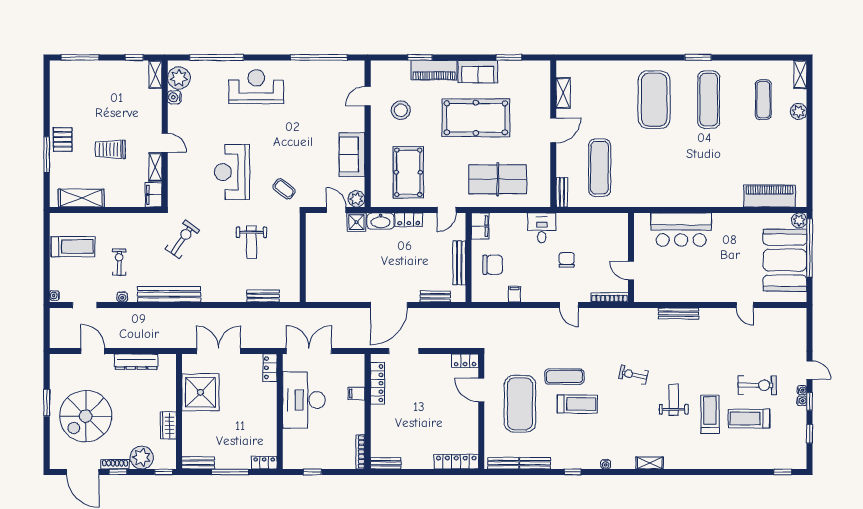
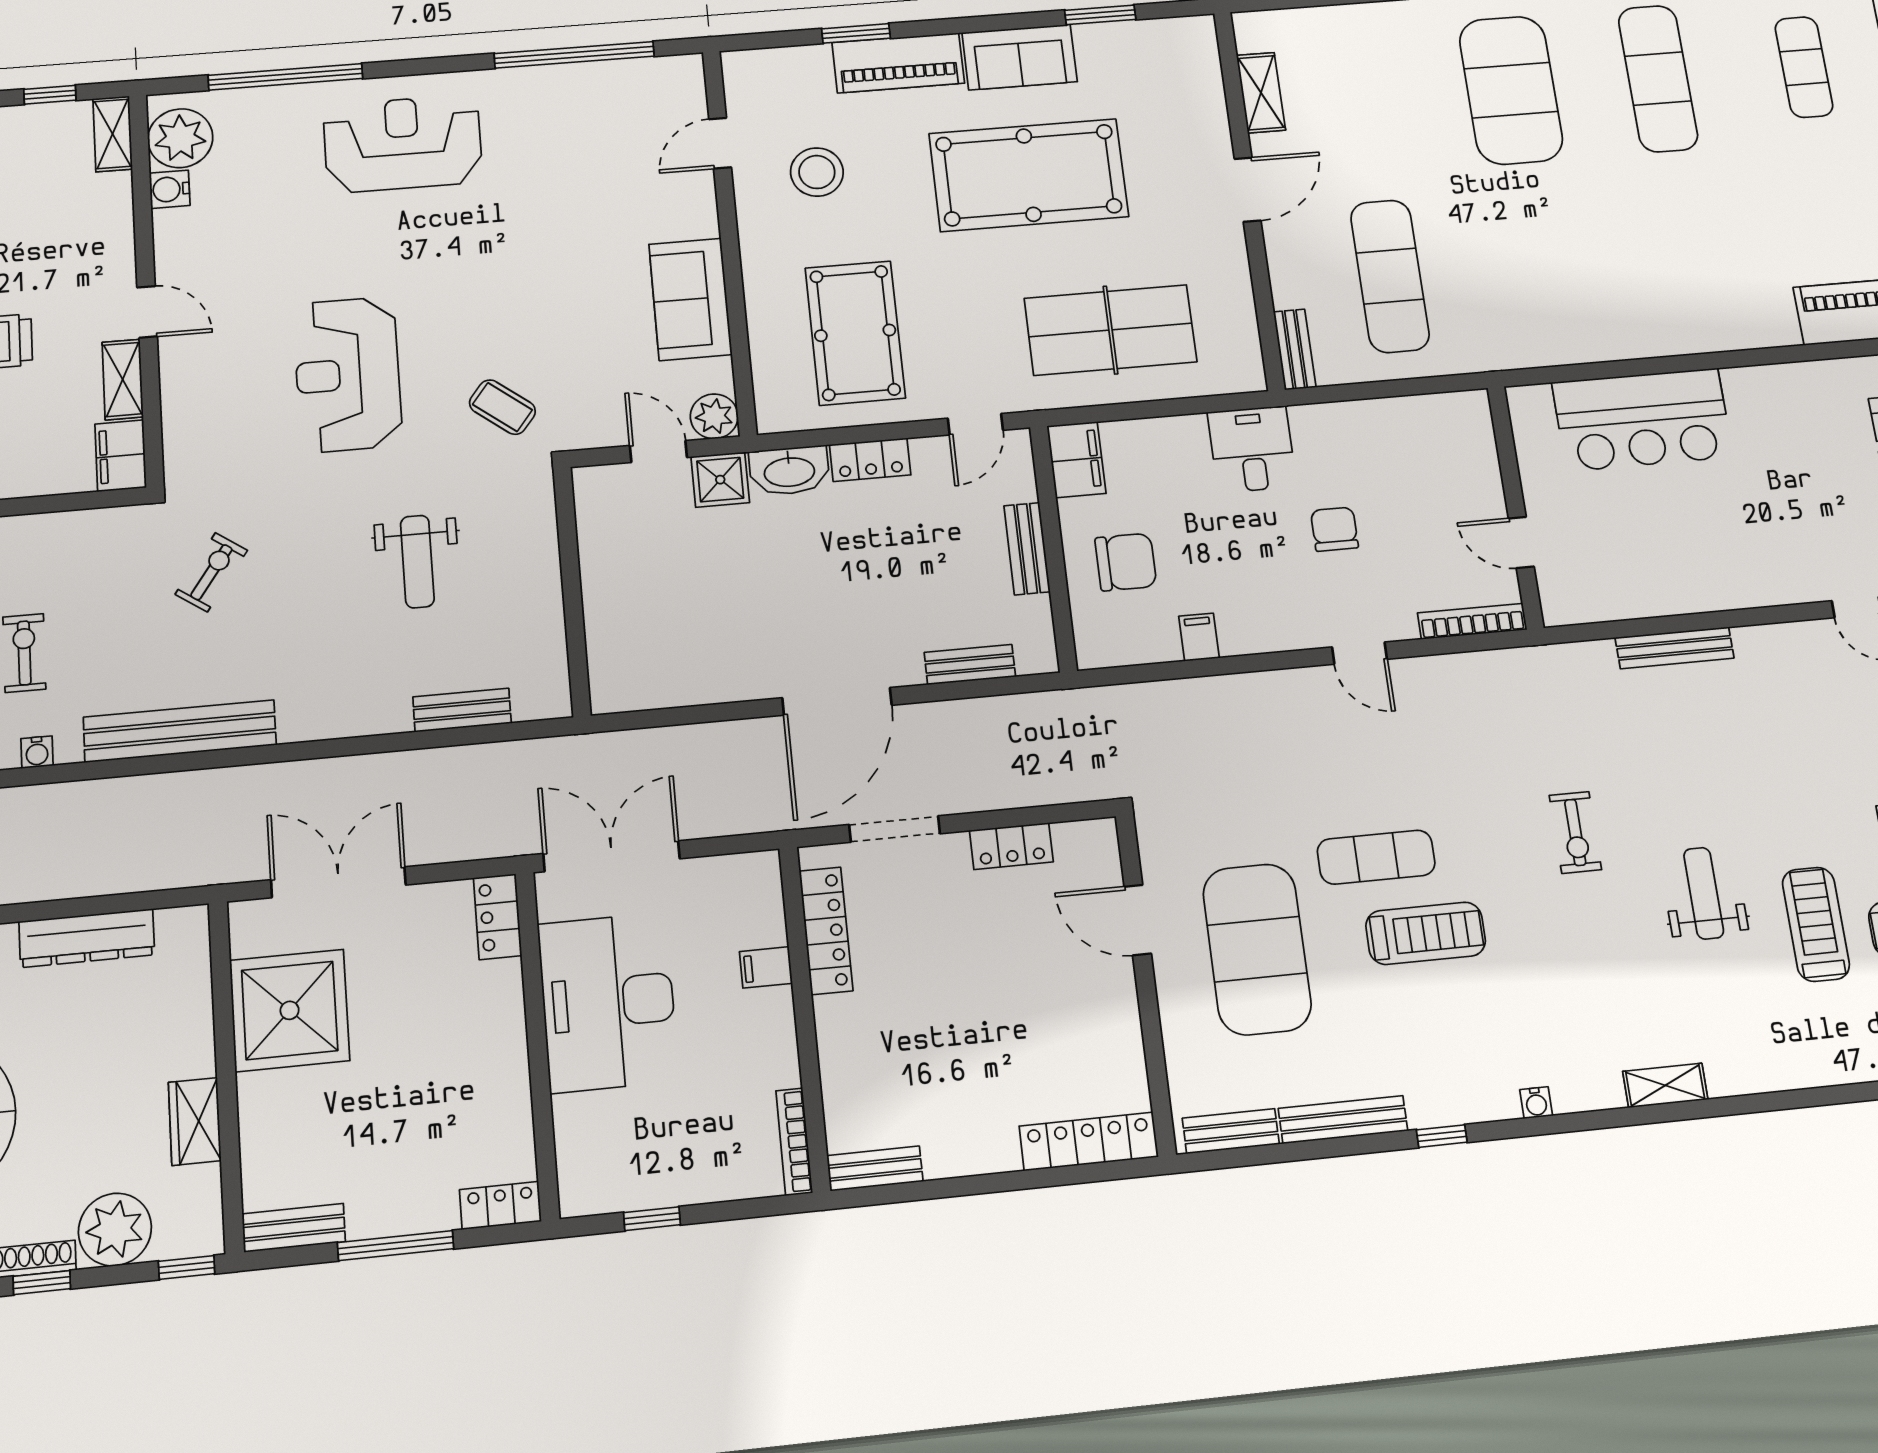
exercise bike: (182, 239) -> (211, 572), width x0.73, depth x0.72
bench: (459, 263) -> (1027, 549), width x0.73
locker: (465, 361) -> (1011, 846), moved
exercise bike: (633, 375) -> (1575, 832), turned -103
bench: (535, 463) -> (1343, 1120), width x1.36

